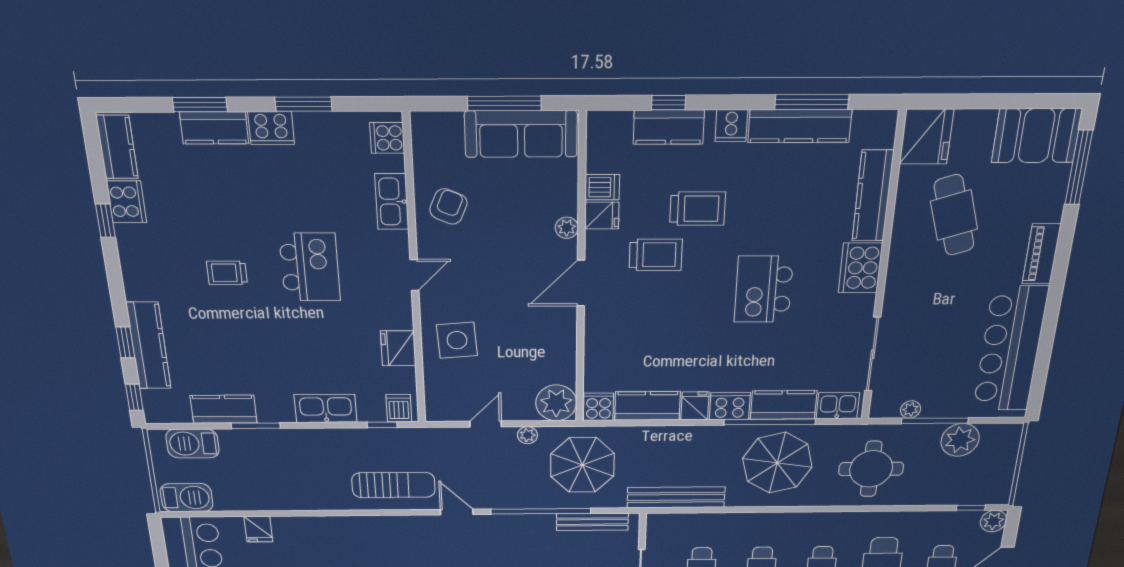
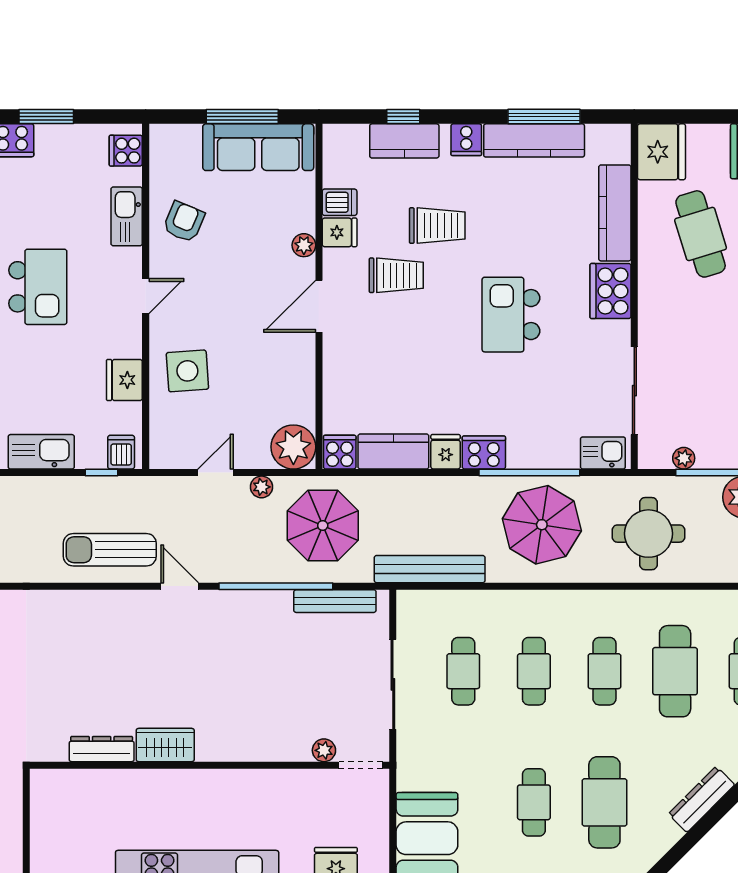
kitchen counter: (784, 405) -> (543, 451), removed
sun lounger: (393, 485) -> (110, 550), turned 180

